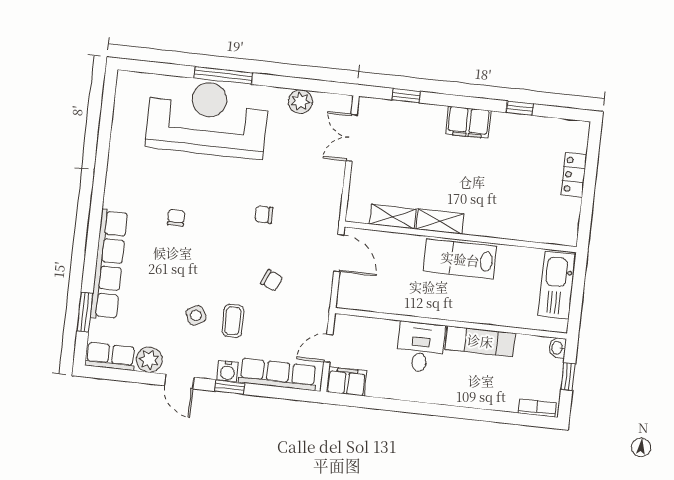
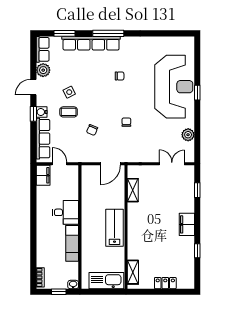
window: (223, 75) -> (197, 93), width x0.46
shelving: (440, 221) -> (133, 272), moved
window: (94, 230) -> (108, 33), added

